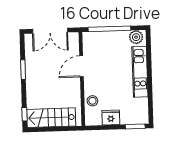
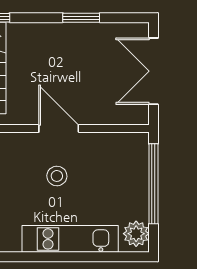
door: (81, 66) -> (59, 128), moved
stool: (92, 101) -> (57, 176), moved

